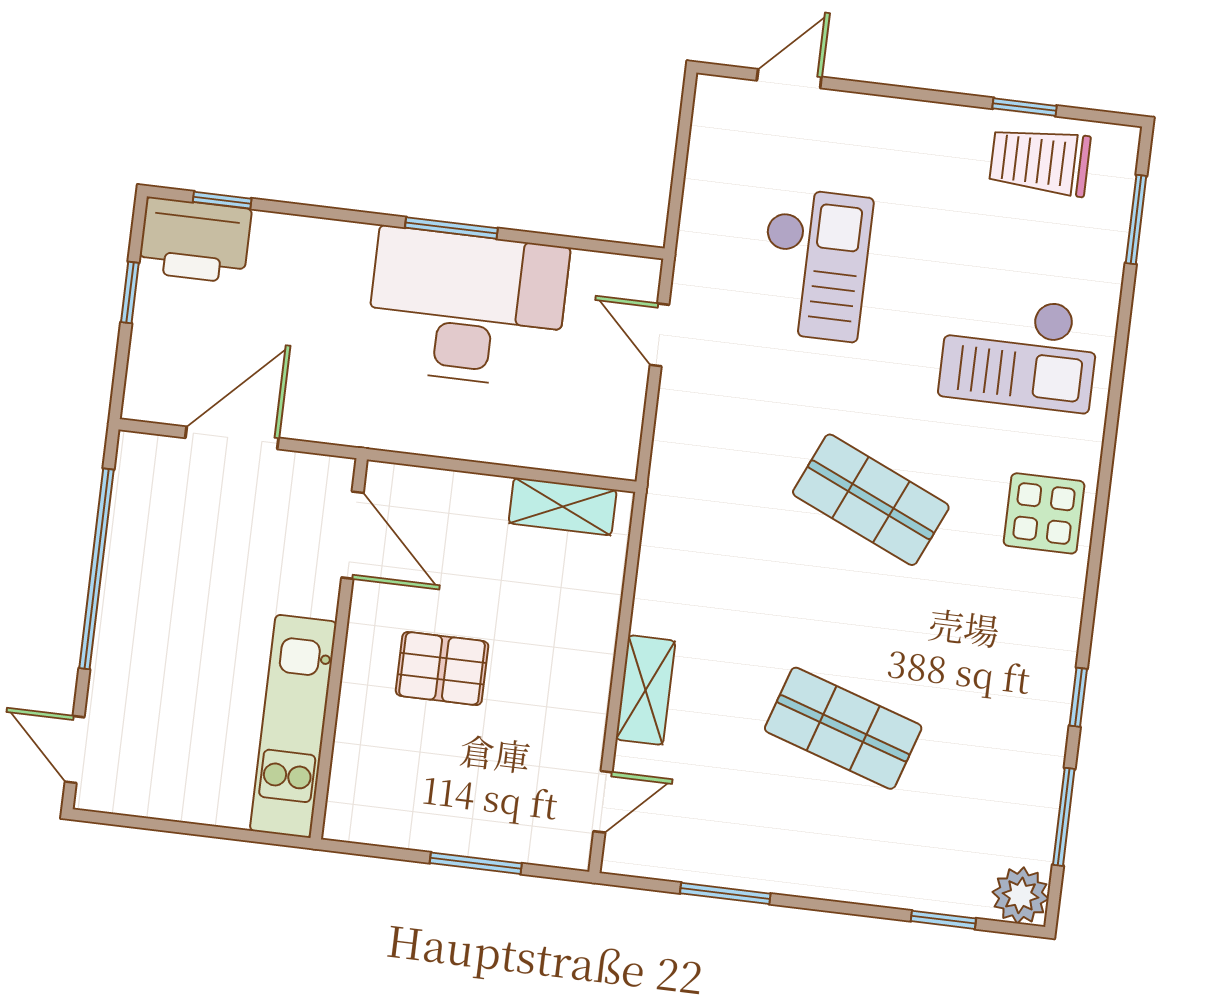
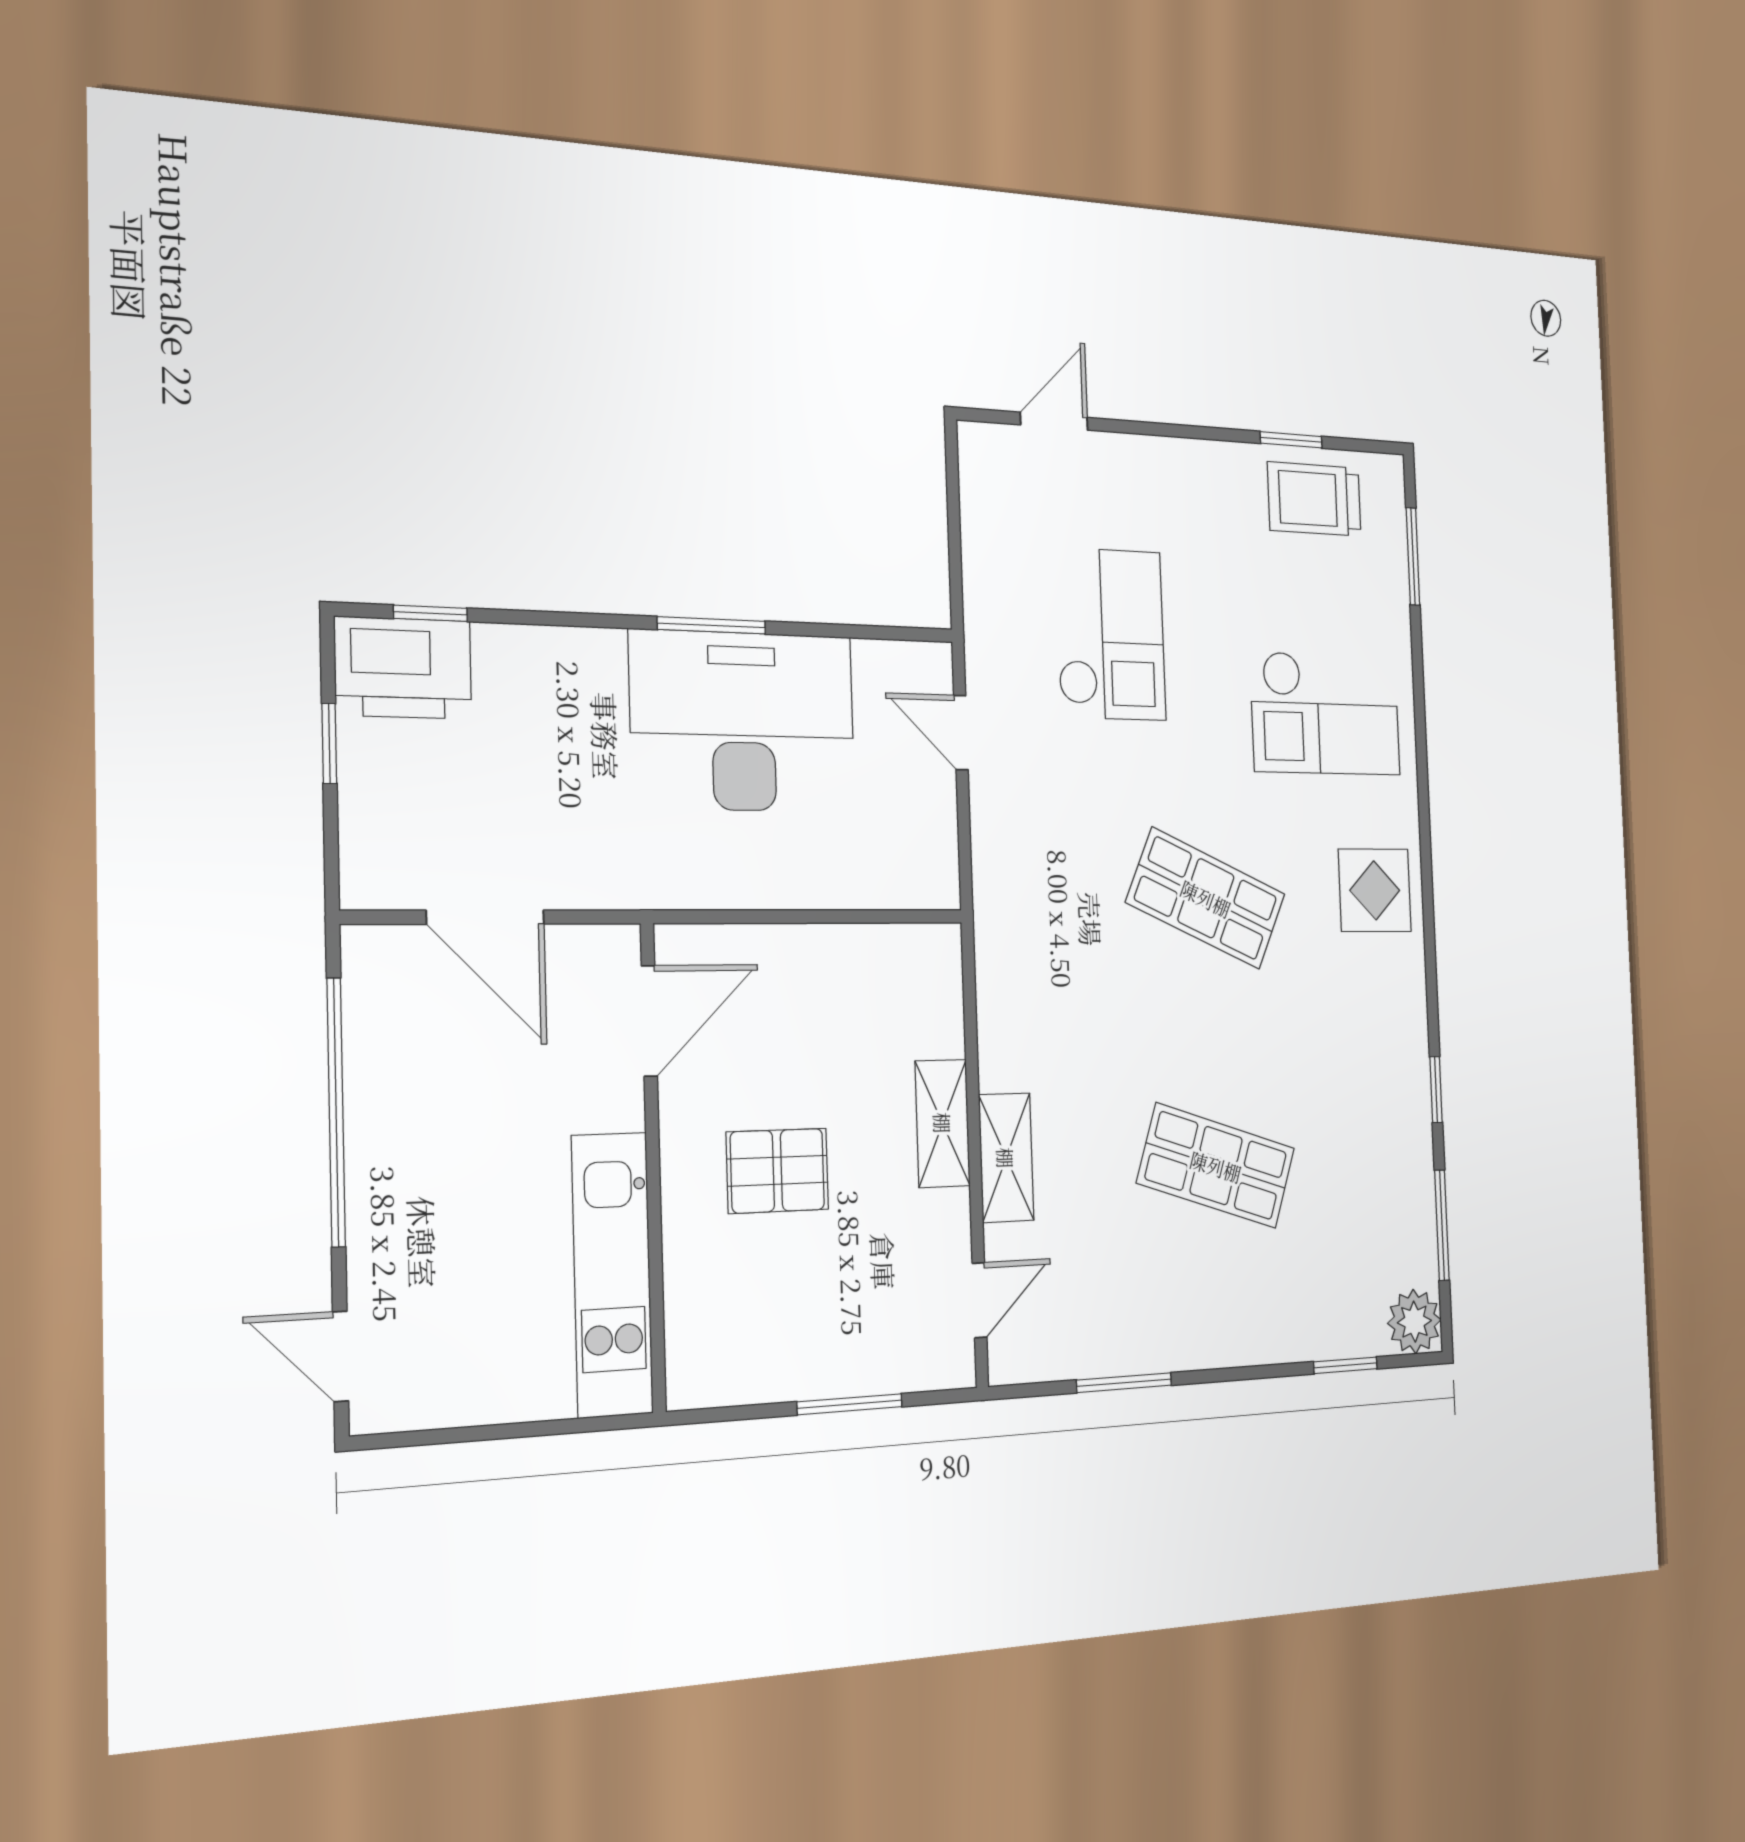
door: (232, 438) -> (486, 917), swing flipped
shelving: (563, 506) -> (943, 1123), moved, turned 90
door: (352, 535) -> (649, 1021), hinge flipped

